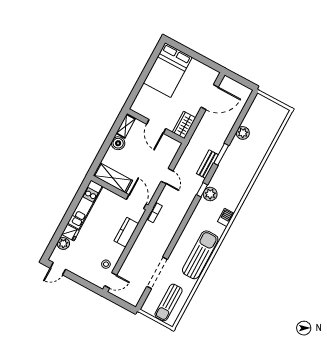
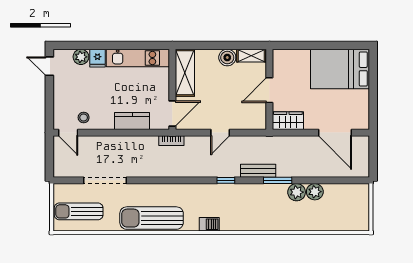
plant: (210, 194) -> (297, 192), moved
sun lounger: (200, 255) -> (152, 218), turned 180

